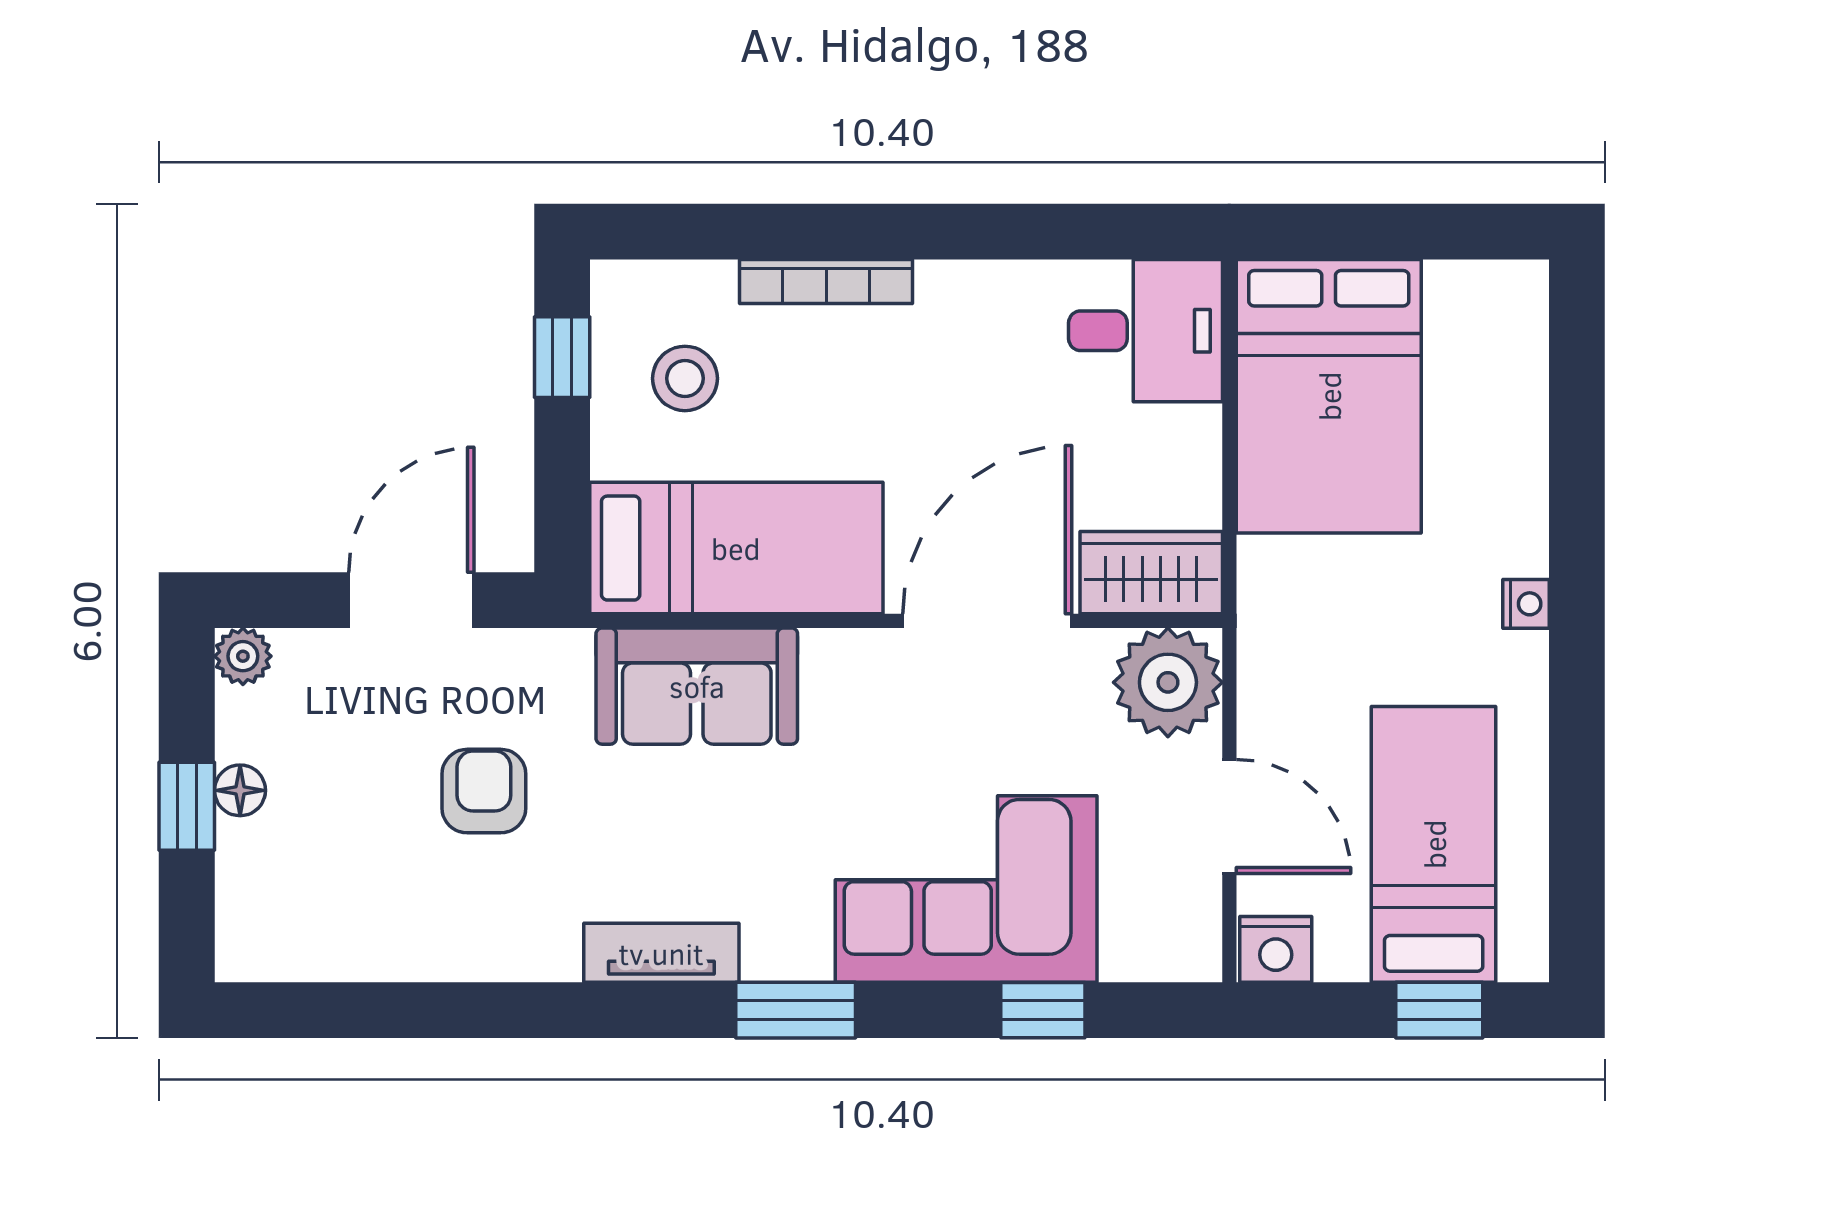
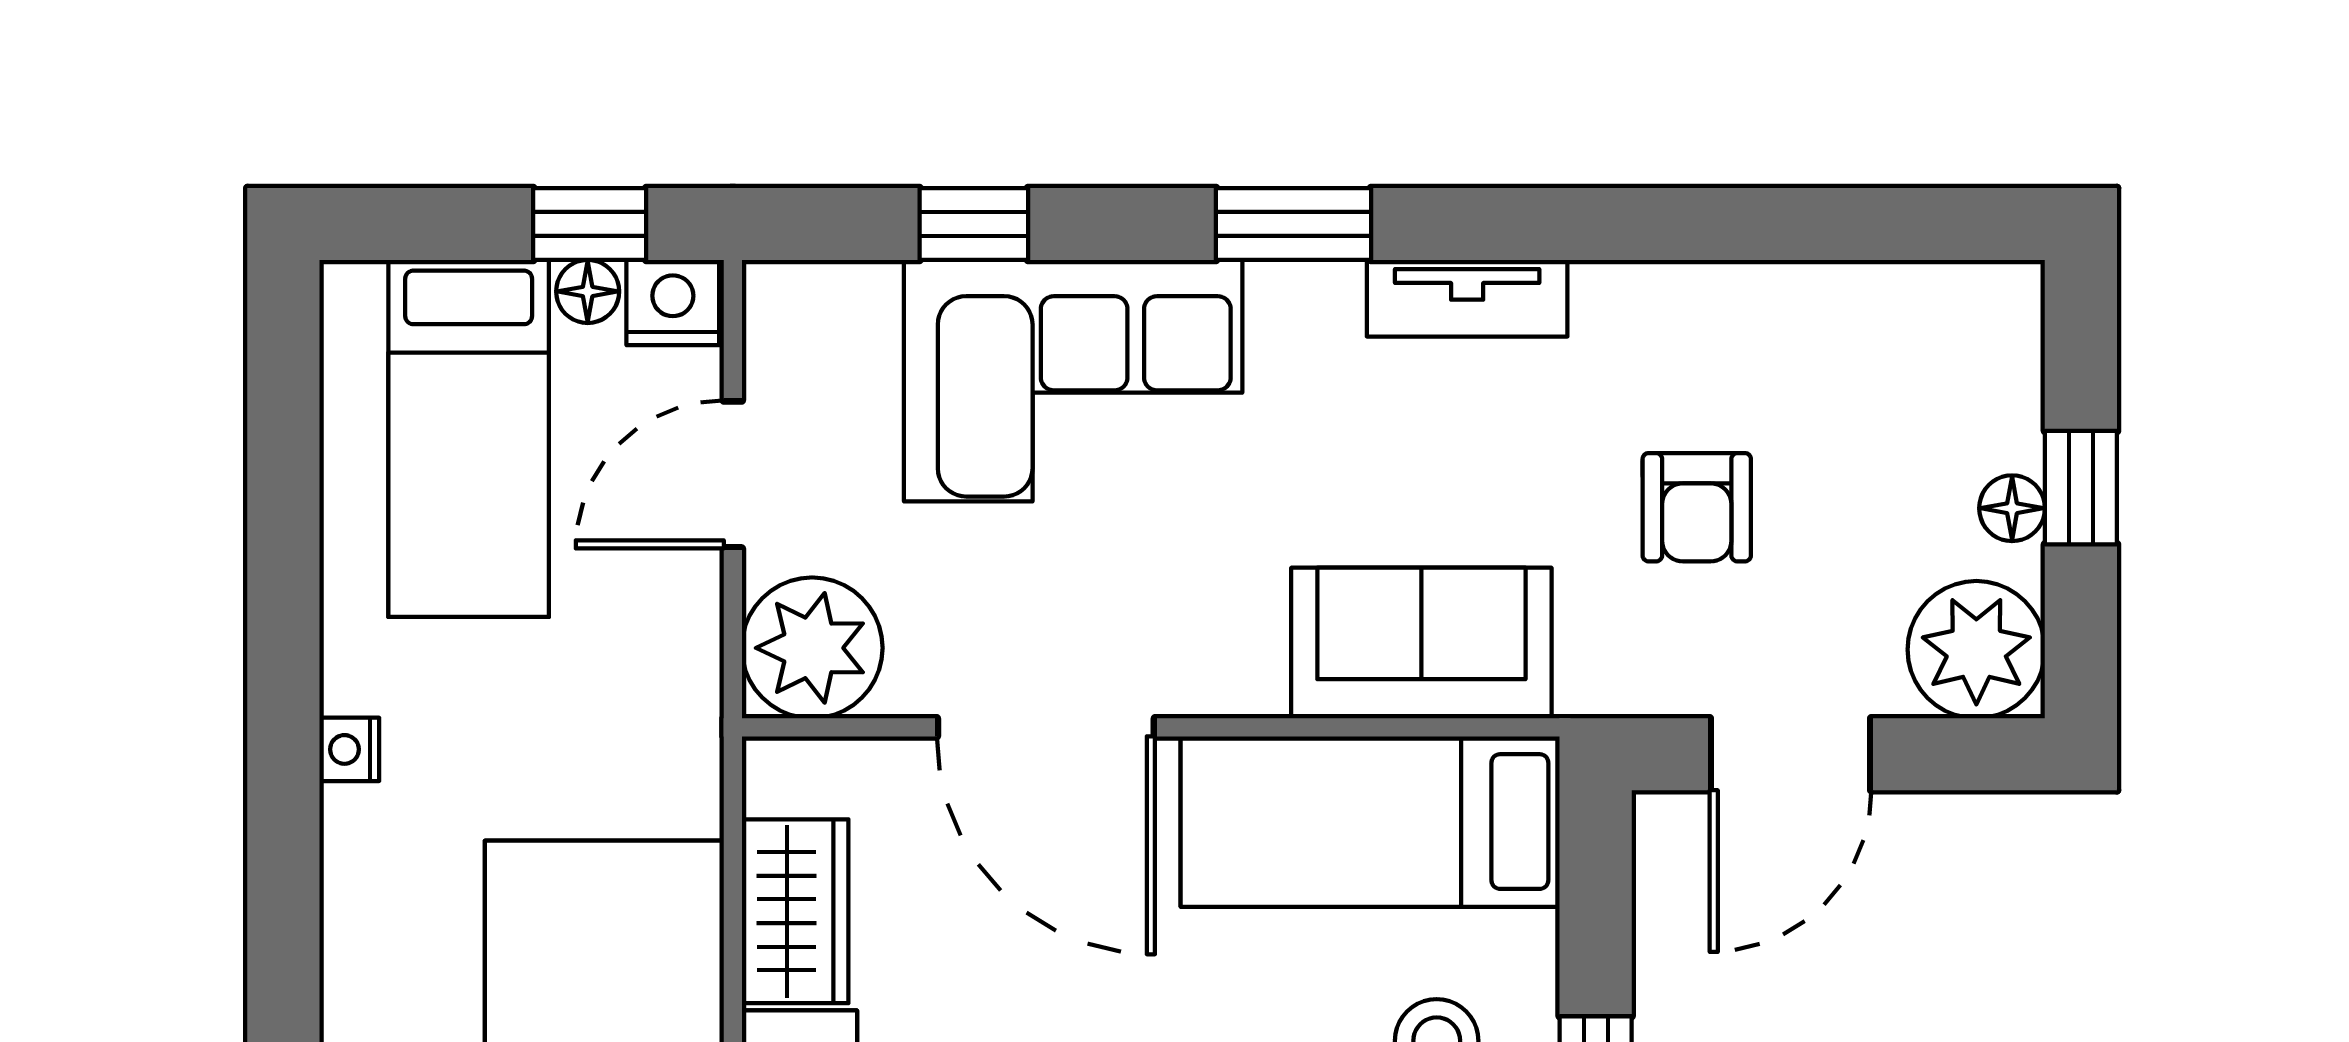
wardrobe: (1151, 573) -> (795, 911), moved, turned -90
door: (987, 621) -> (1046, 727), hinge flipped
plant: (243, 656) -> (1976, 650), width x1.87, depth x1.87
door: (1229, 816) -> (733, 474), hinge flipped
floor lamp: (1342, 958) -> (588, 291), added
window: (1439, 1010) -> (590, 224), moved

